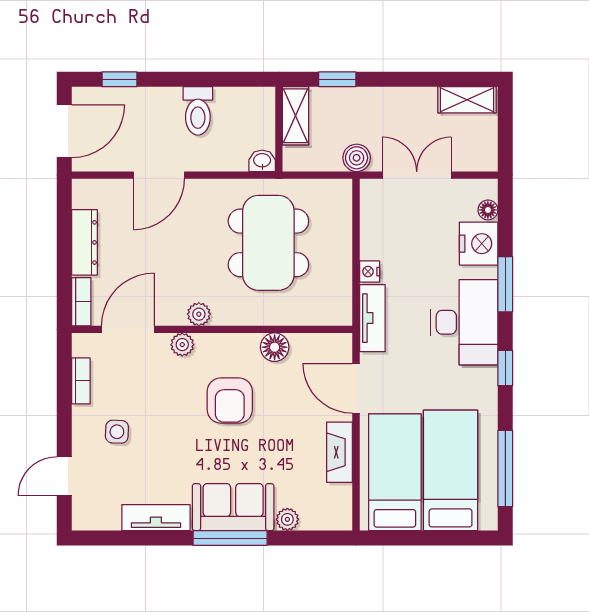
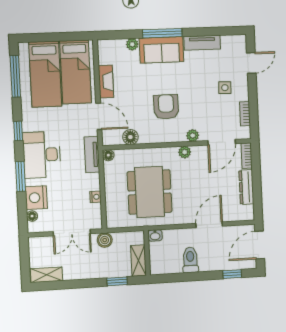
nightstand: (370, 272) -> (95, 197), moved
floor lamp: (342, 315) -> (108, 155), added
floor lamp: (275, 347) -> (130, 137), moved

